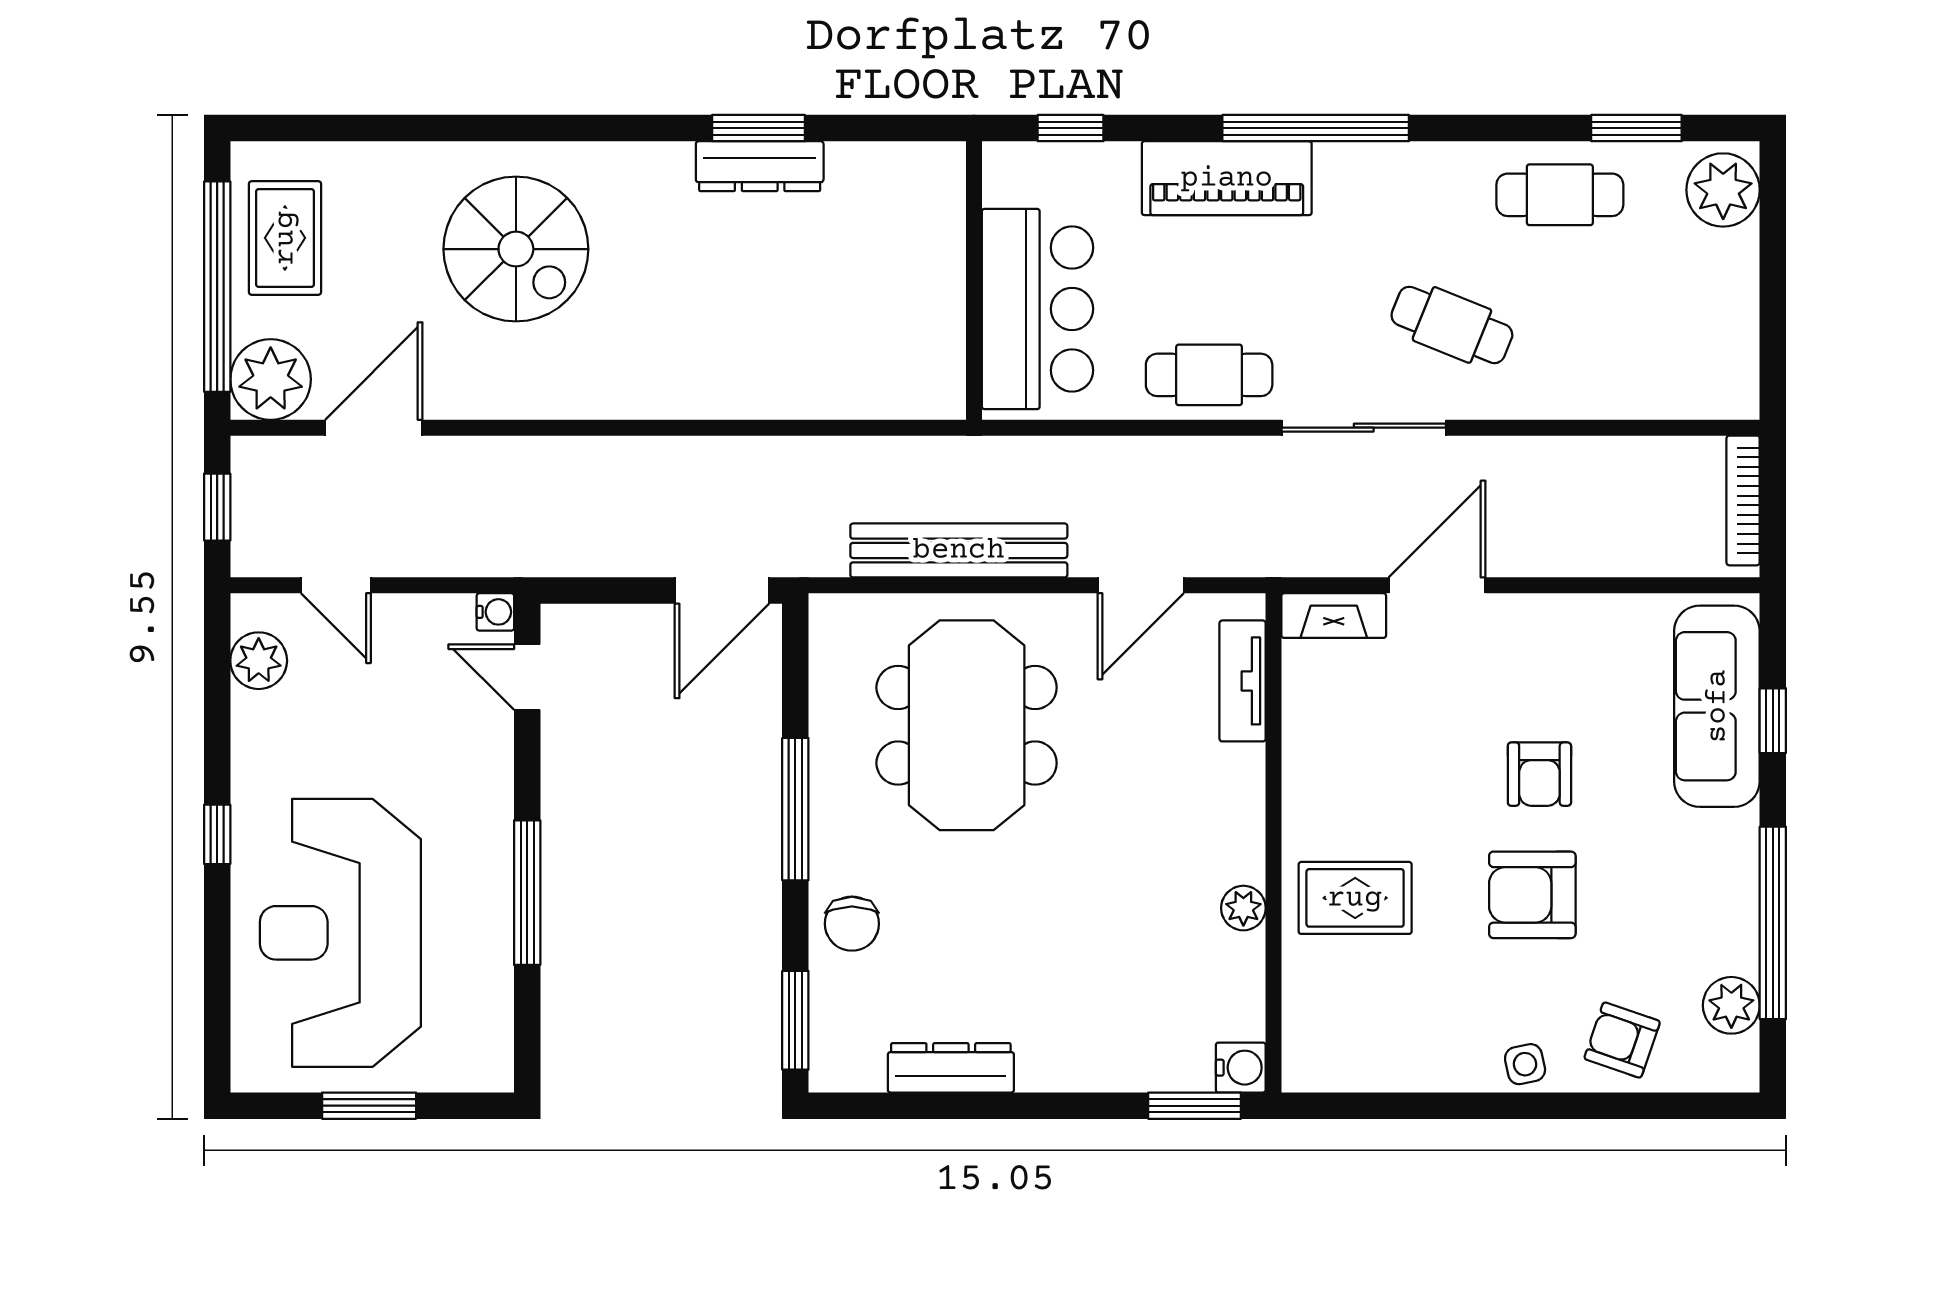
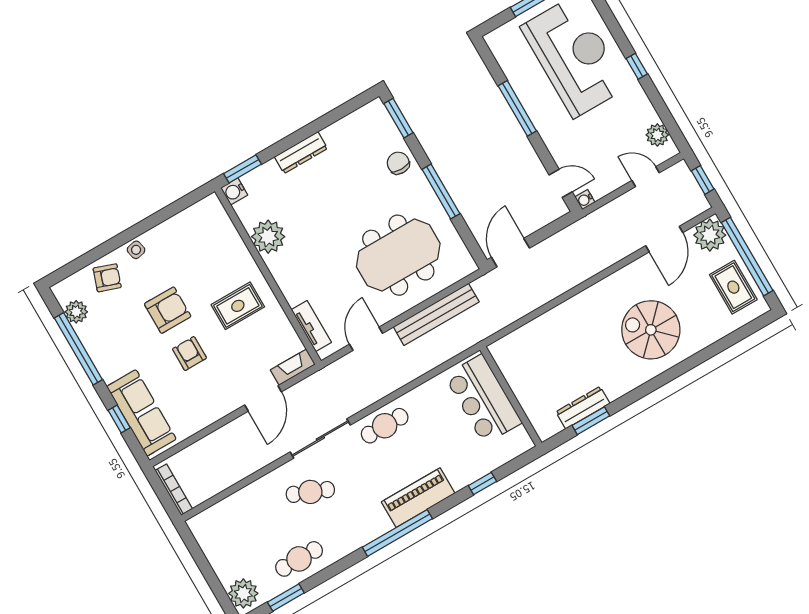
wall: (974, 281) -> (511, 396), moved
bar counter: (1038, 309) -> (483, 399), moved
meeting table: (967, 725) -> (398, 255), turned 90
rug: (1355, 898) -> (238, 306), moved
plant: (1243, 908) -> (268, 237), width x1.88, depth x1.88
dresser: (951, 1068) -> (301, 153), moved

